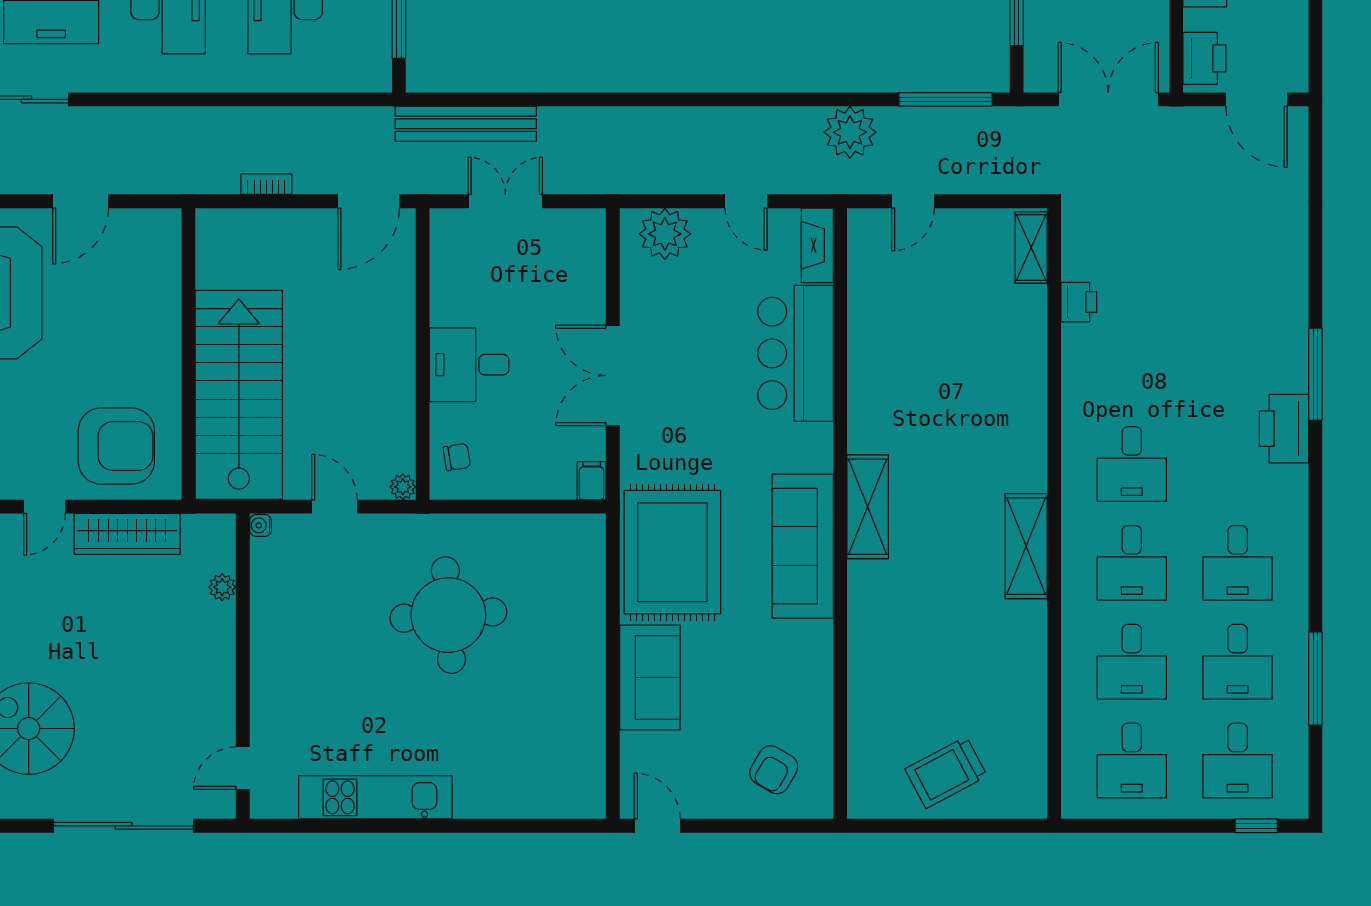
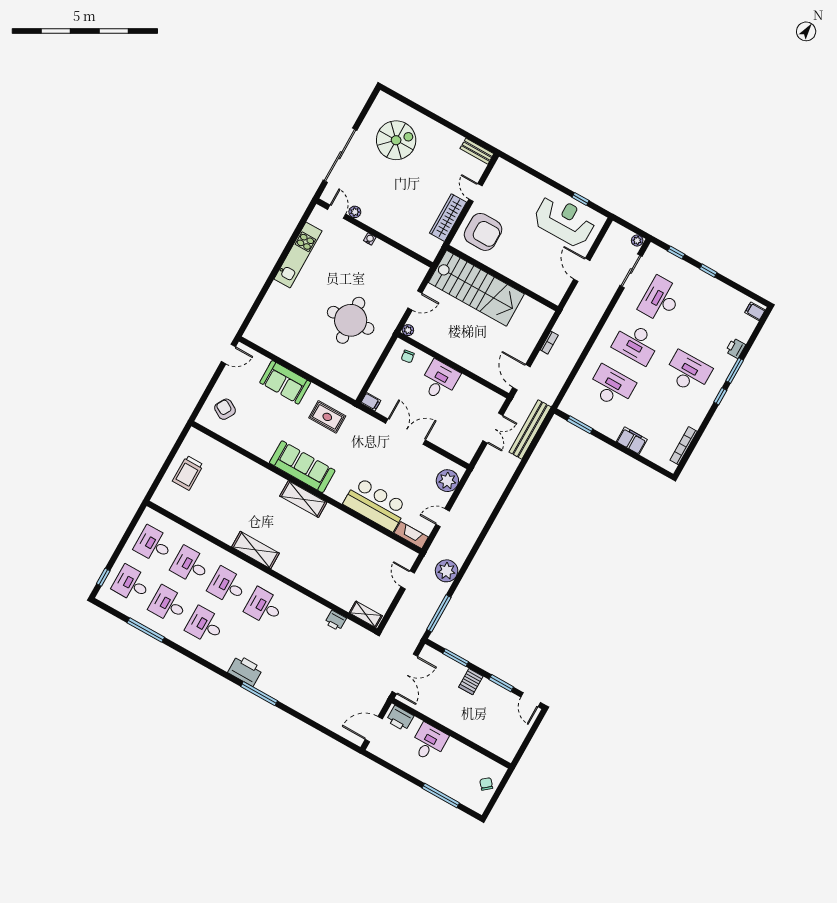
armchair: (116, 446) -> (483, 232), turned -90
water cooler: (260, 525) -> (370, 239), moved
rug: (672, 552) -> (327, 417), width x0.54, depth x0.49
plant: (222, 587) -> (355, 212), moved
trolley: (946, 772) -> (188, 473), turned -152

